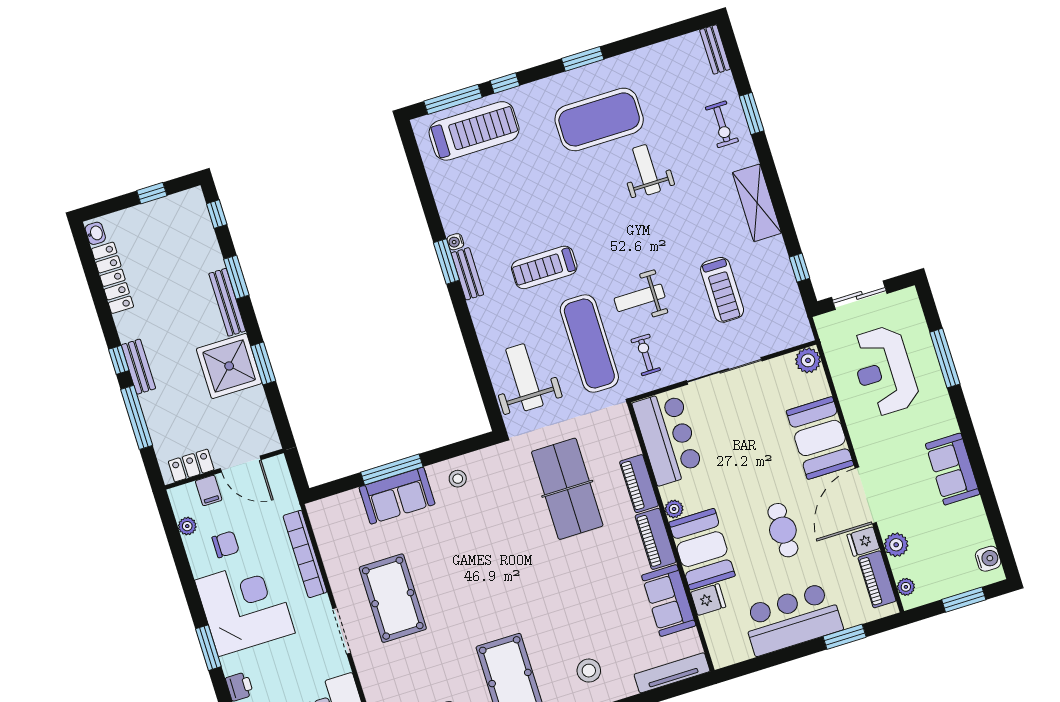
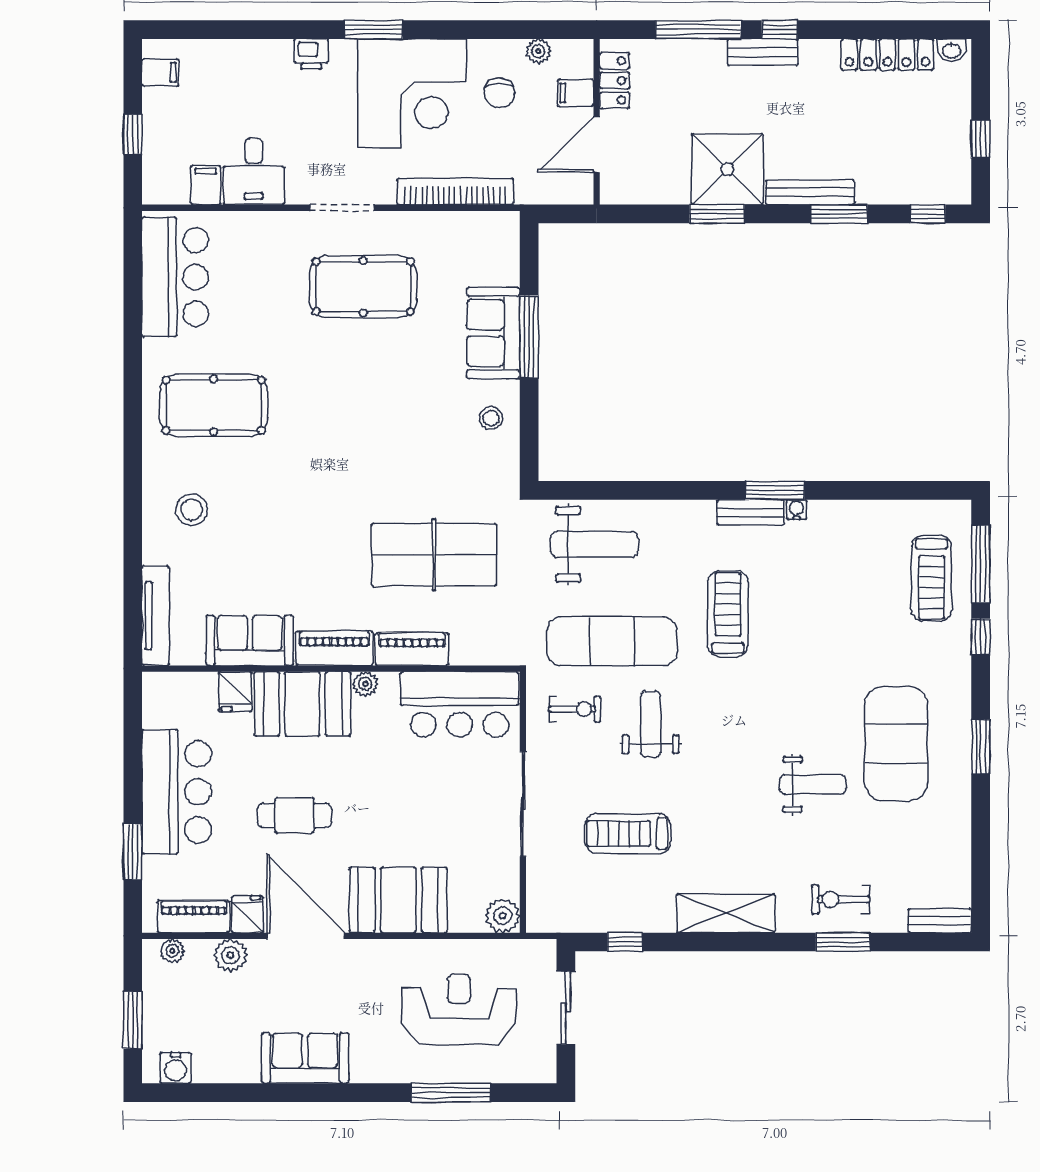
treadmill: (474, 131) -> (932, 578), width x0.73, depth x0.73

